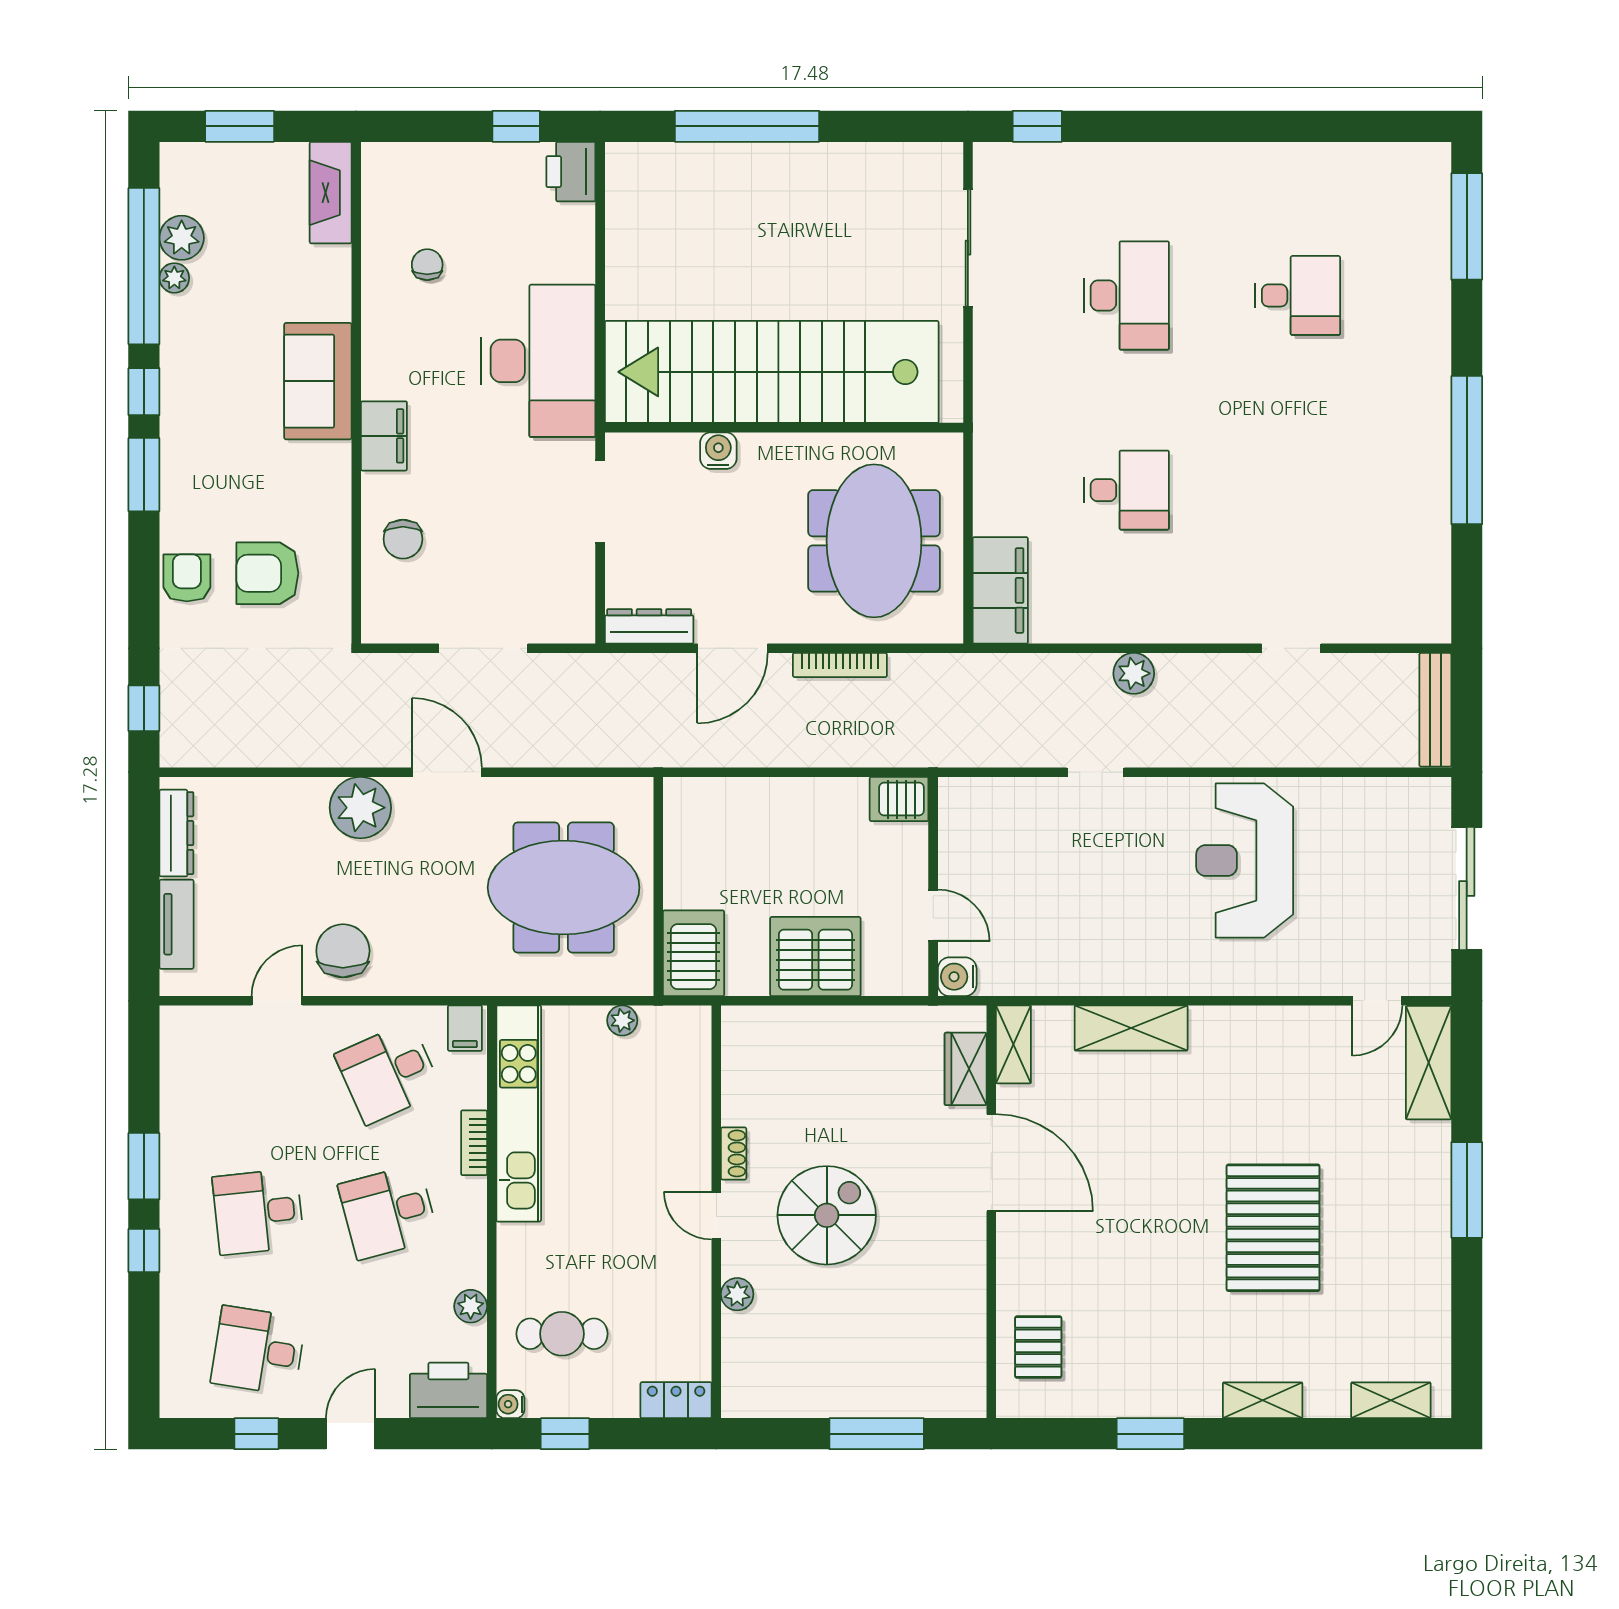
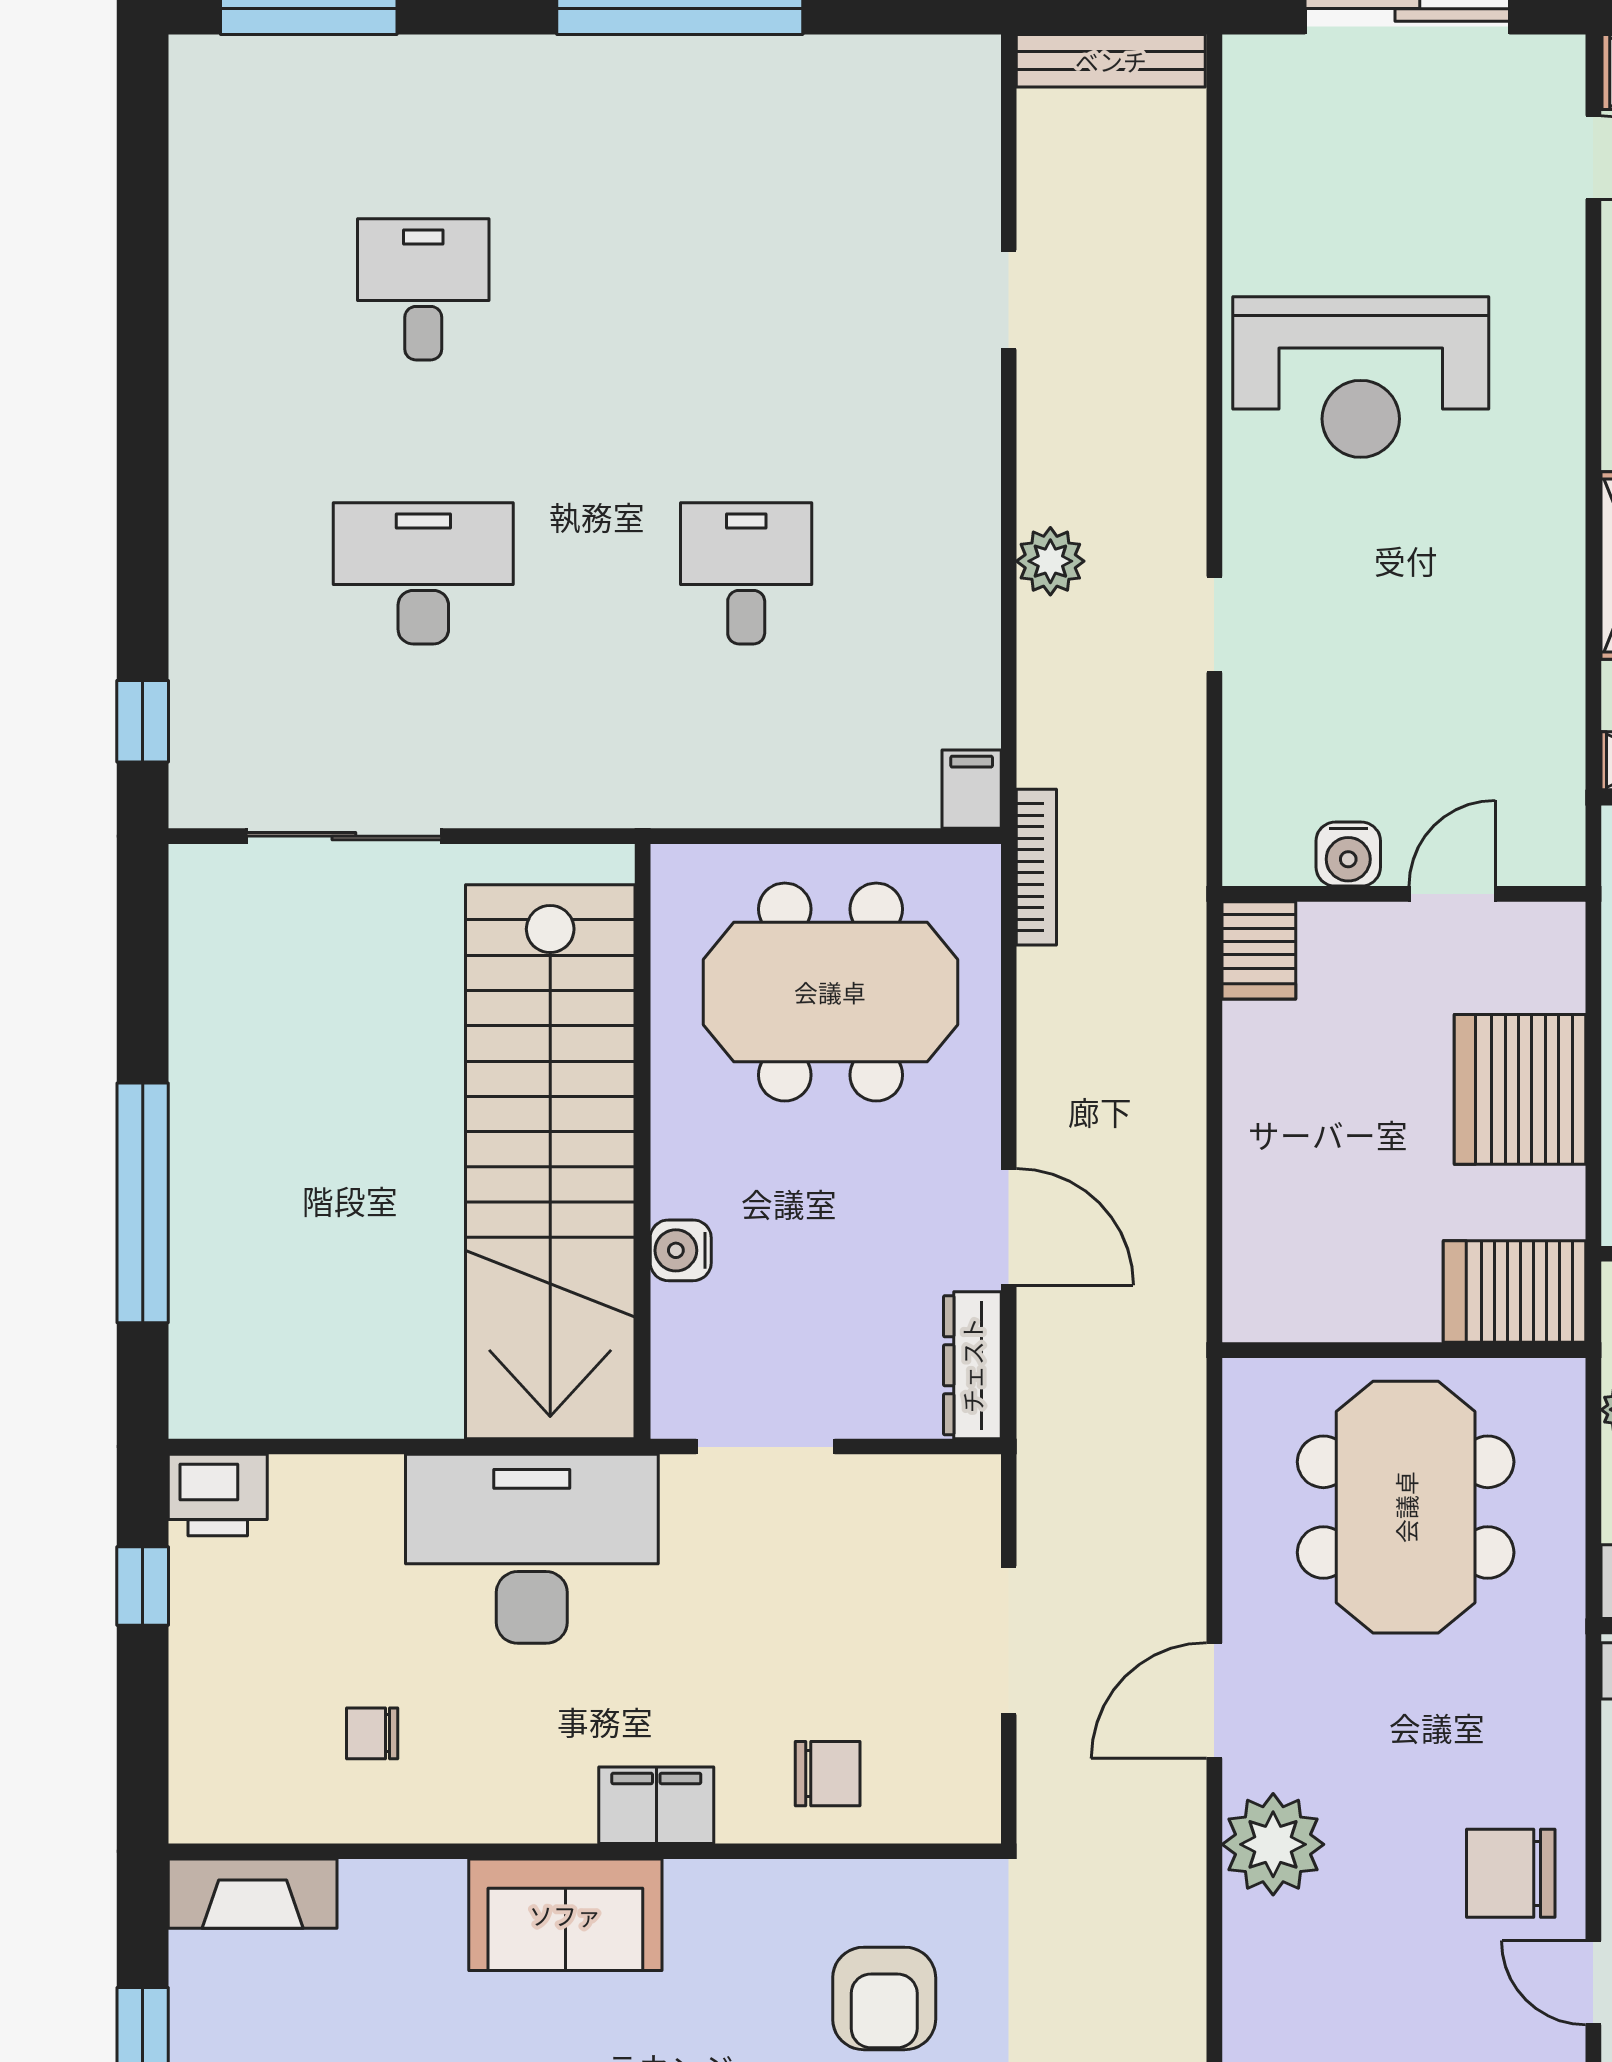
filing cabinet: (1000, 590) -> (972, 789), width x0.33, depth x0.86
bookcase: (840, 665) -> (1036, 867), moved
water cooler: (957, 977) -> (1348, 854), moved

